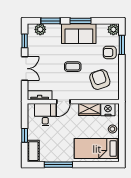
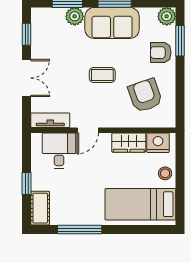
plant: (40, 29) -> (75, 16), moved

